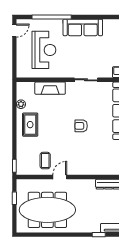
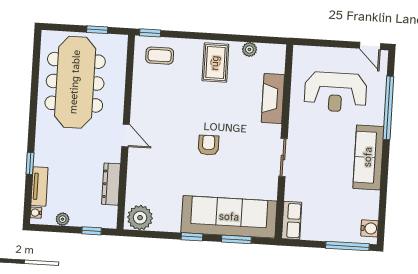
rug: (30, 125) -> (215, 63), turned 90
coffee table: (45, 161) -> (160, 56), moved
door: (60, 177) -> (126, 135), moved

